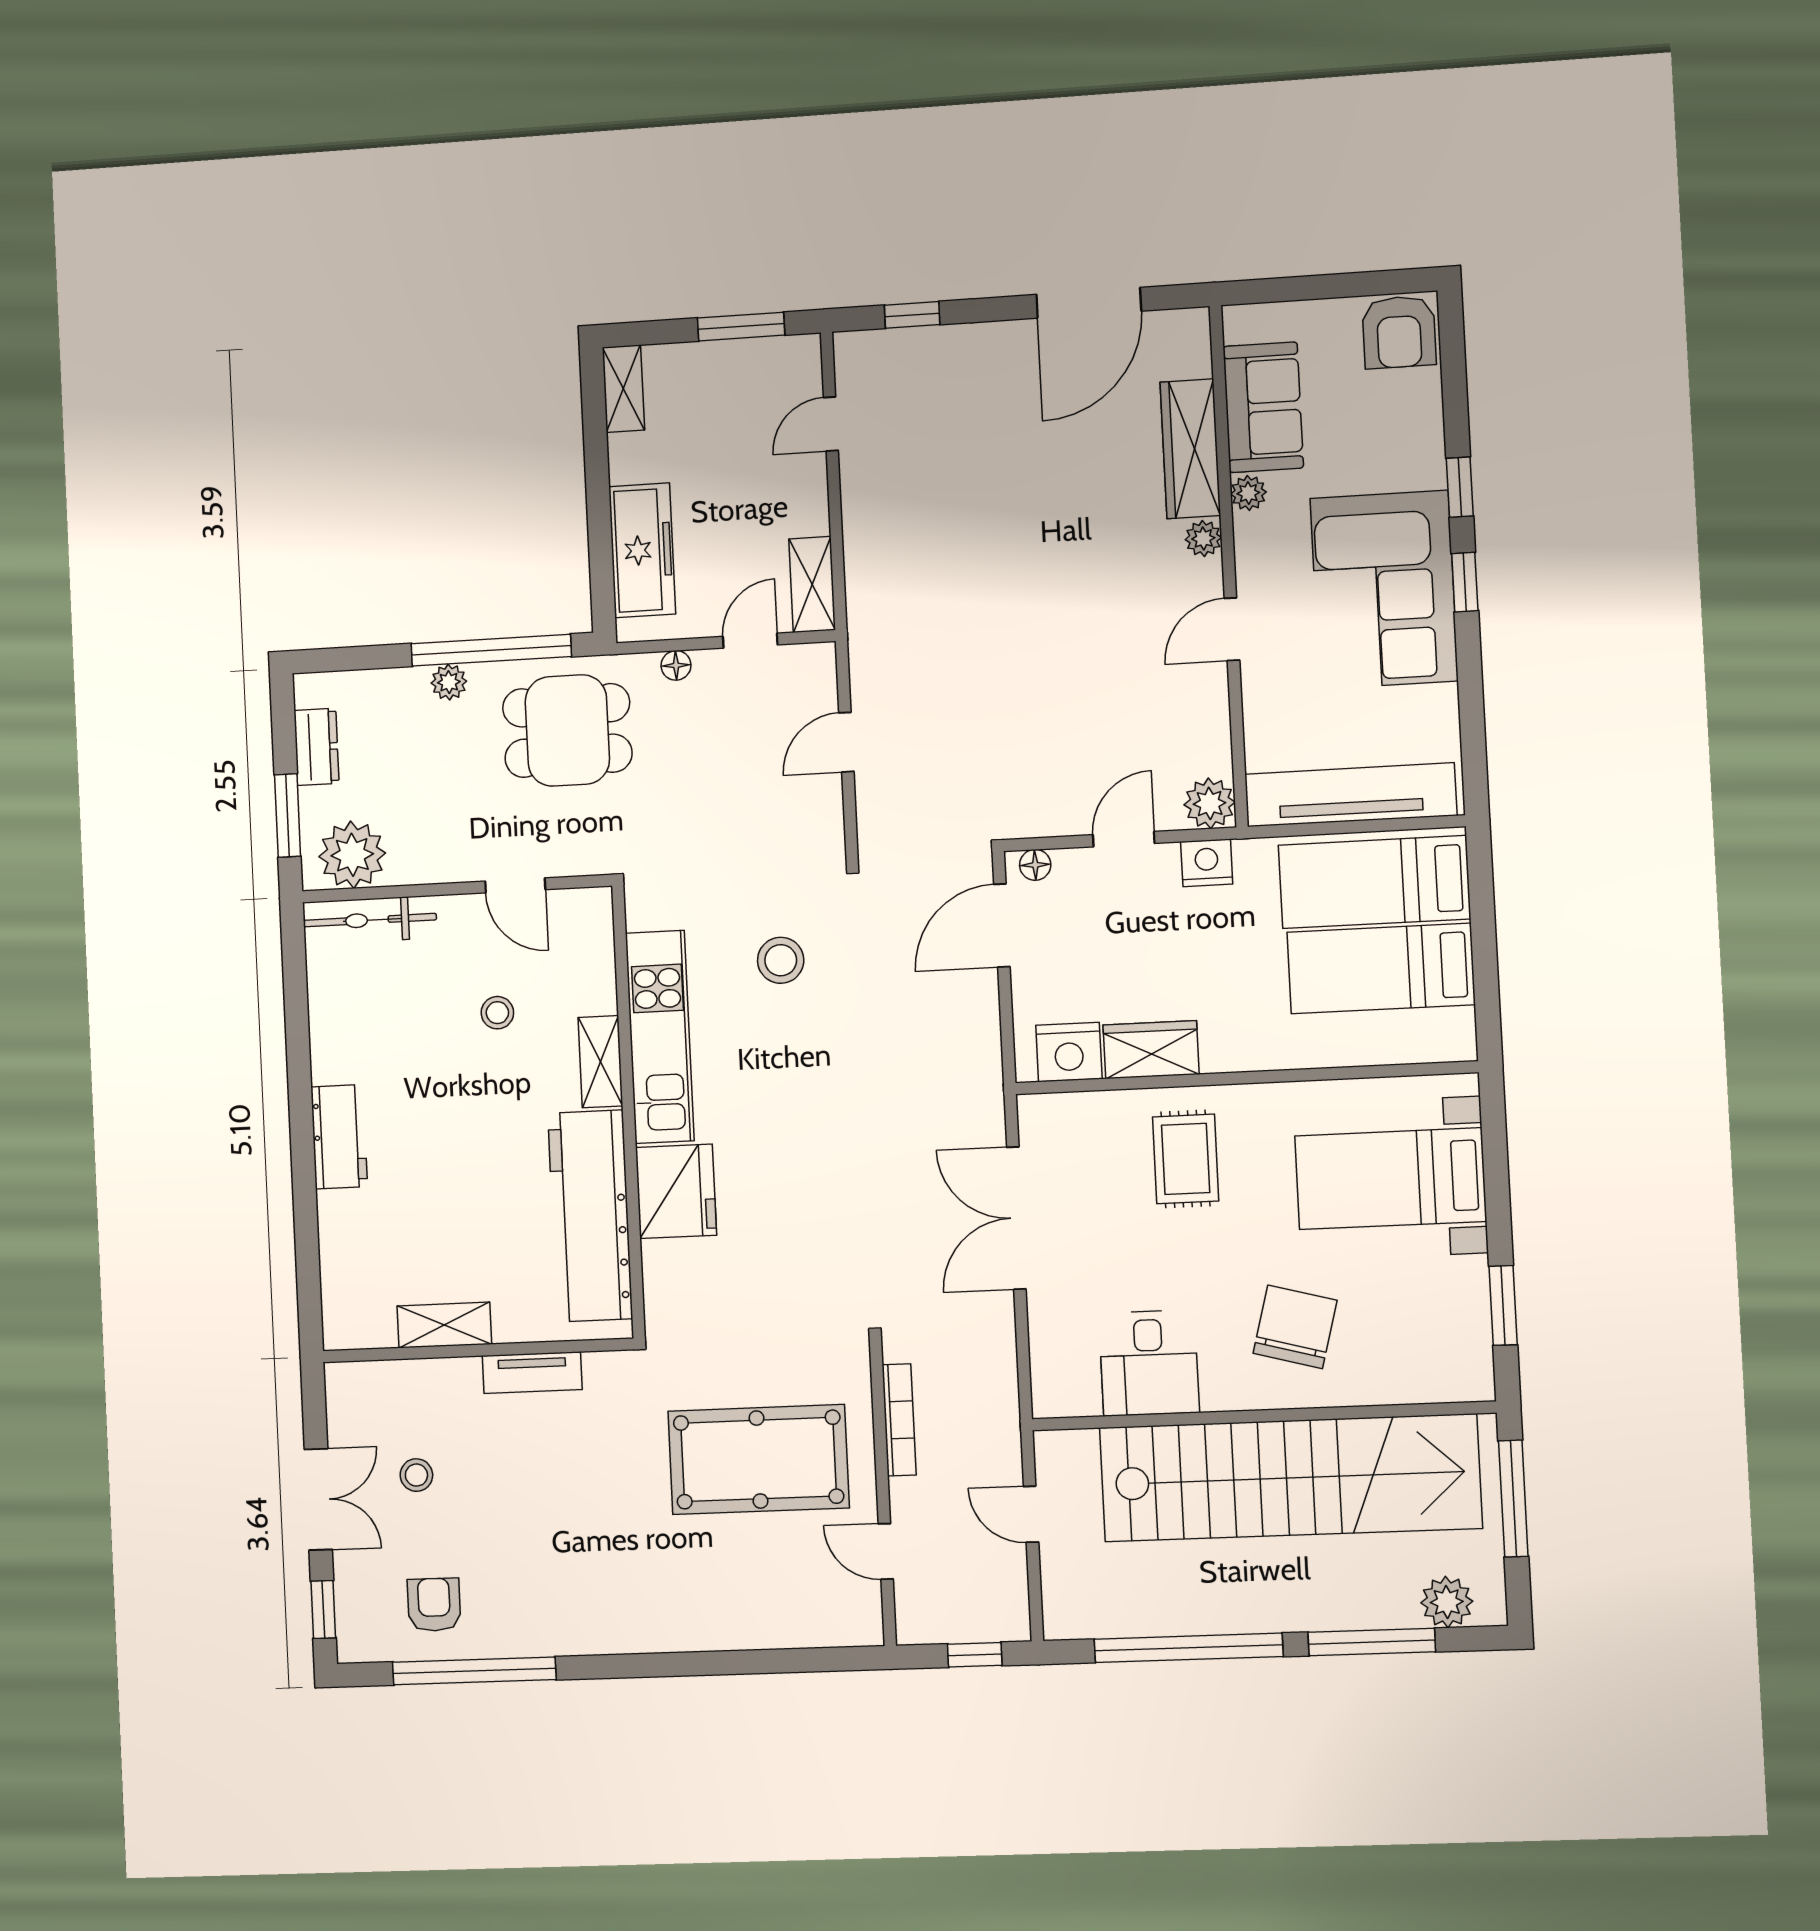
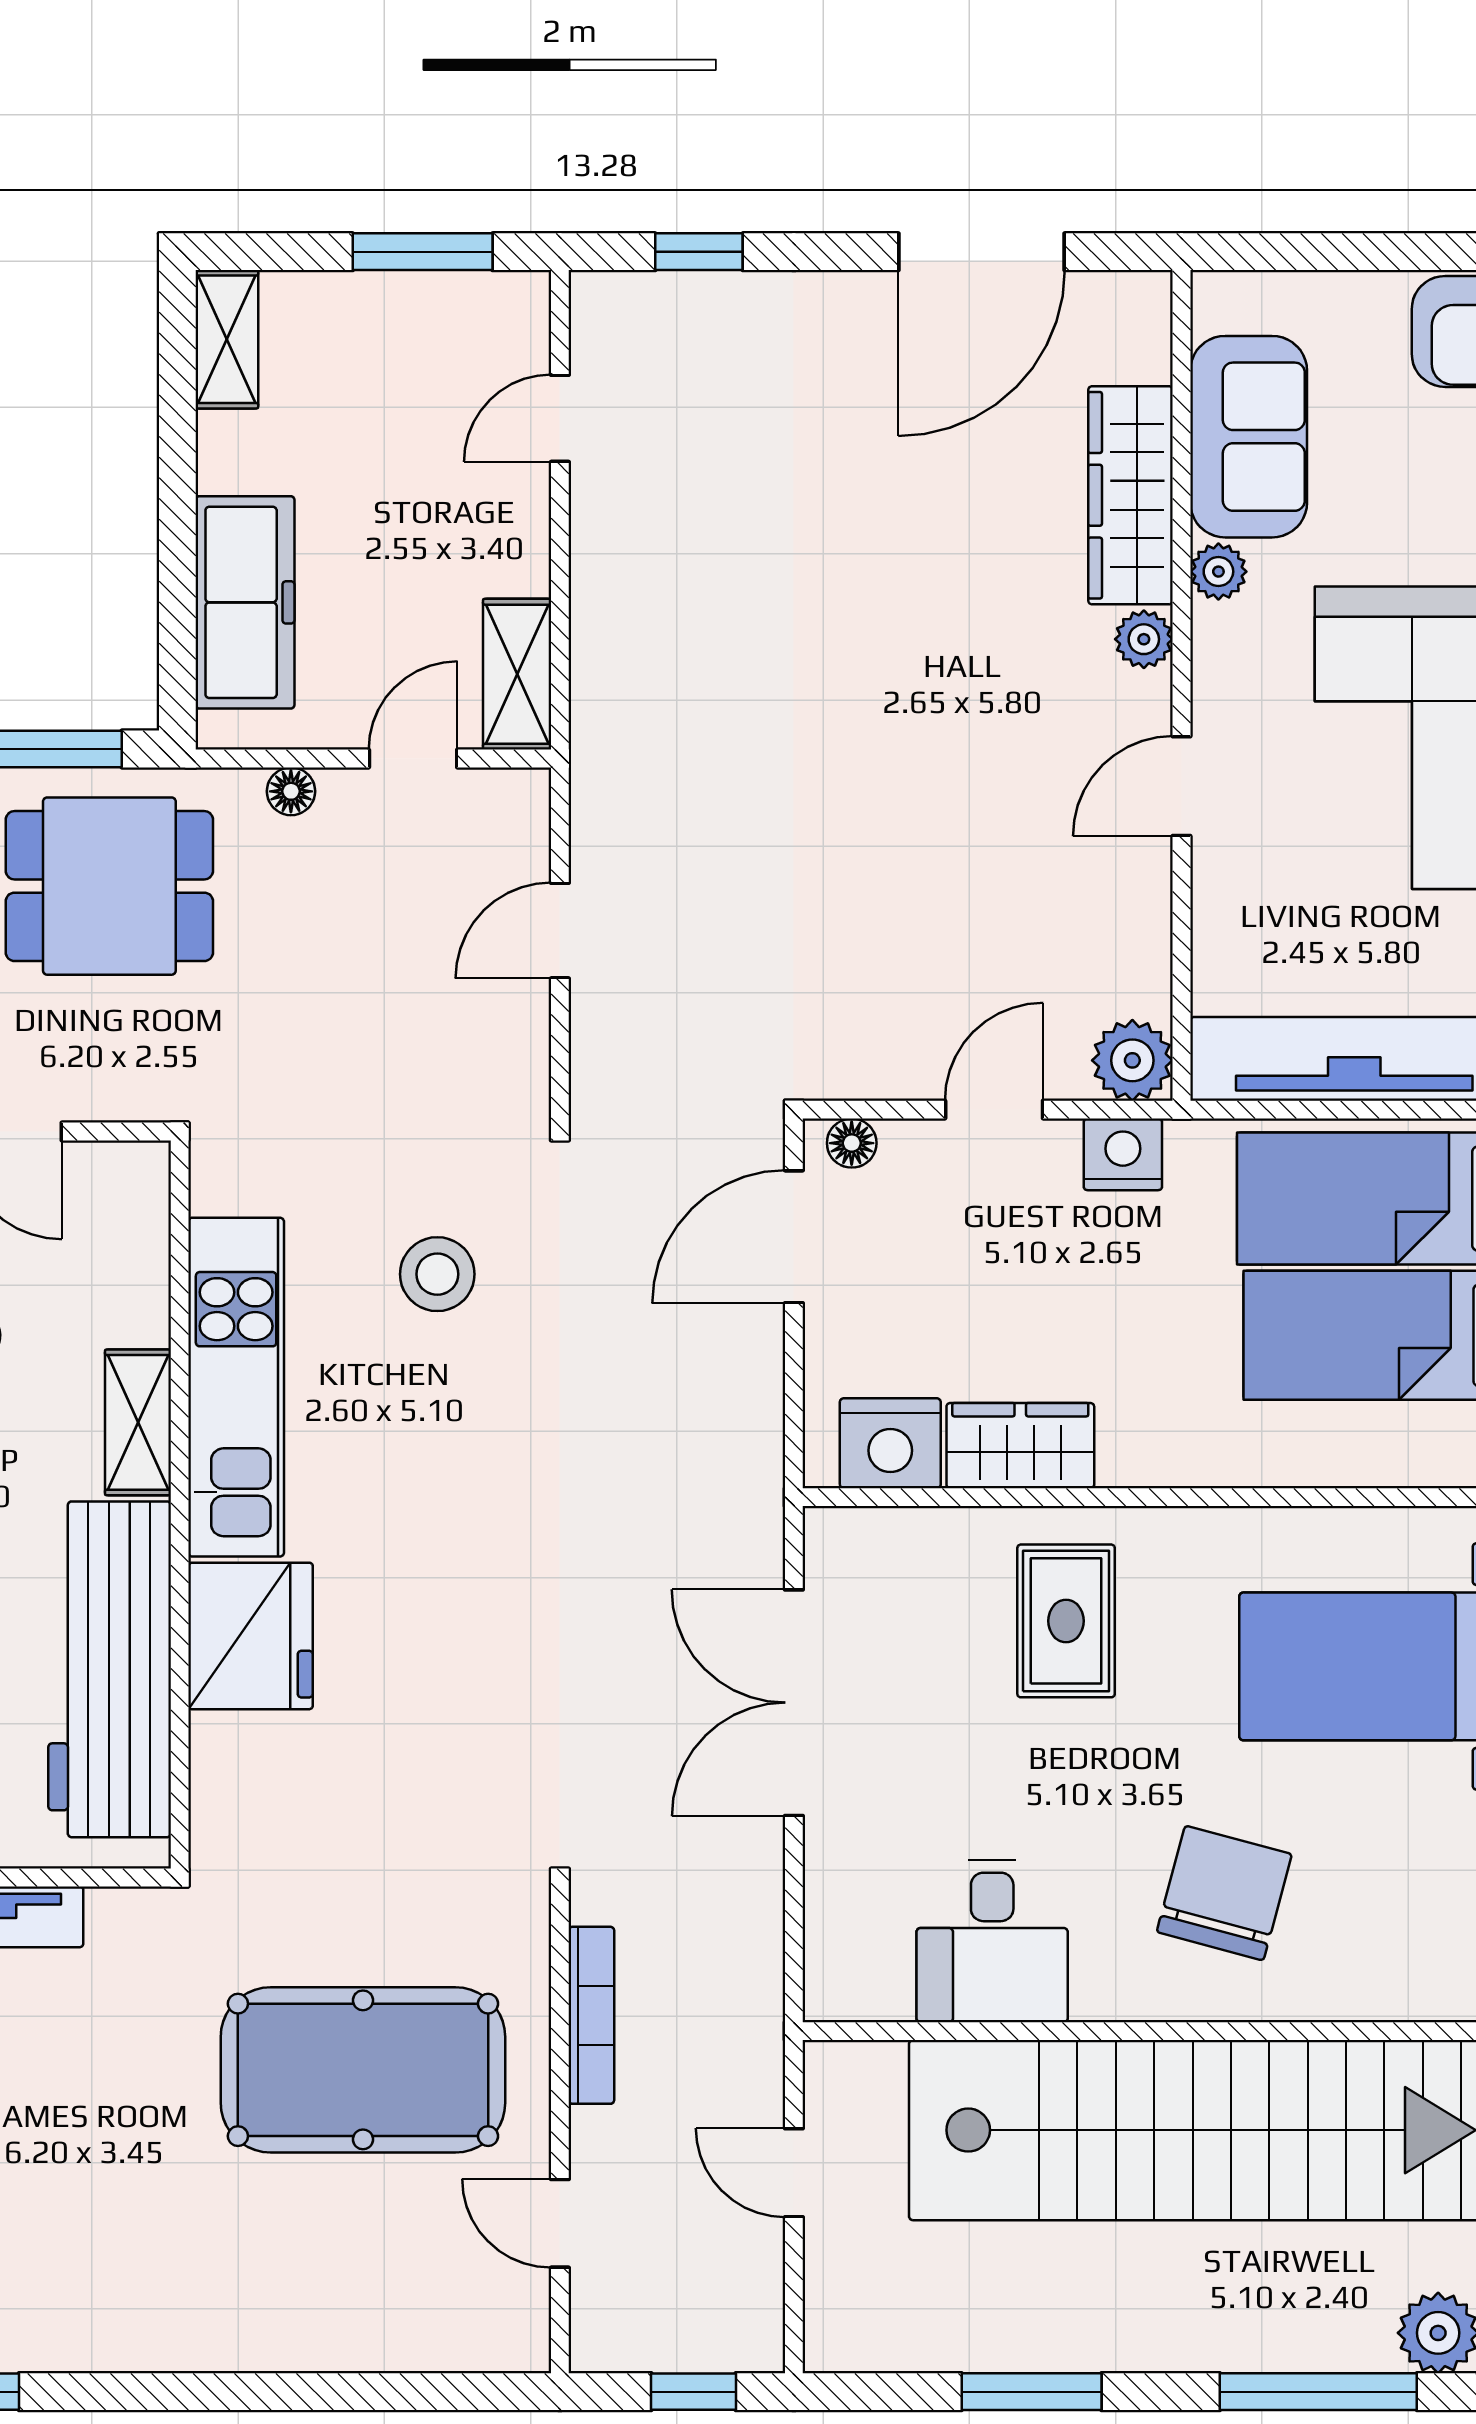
window: (1188, 1648) -> (1032, 2392), width x0.47

